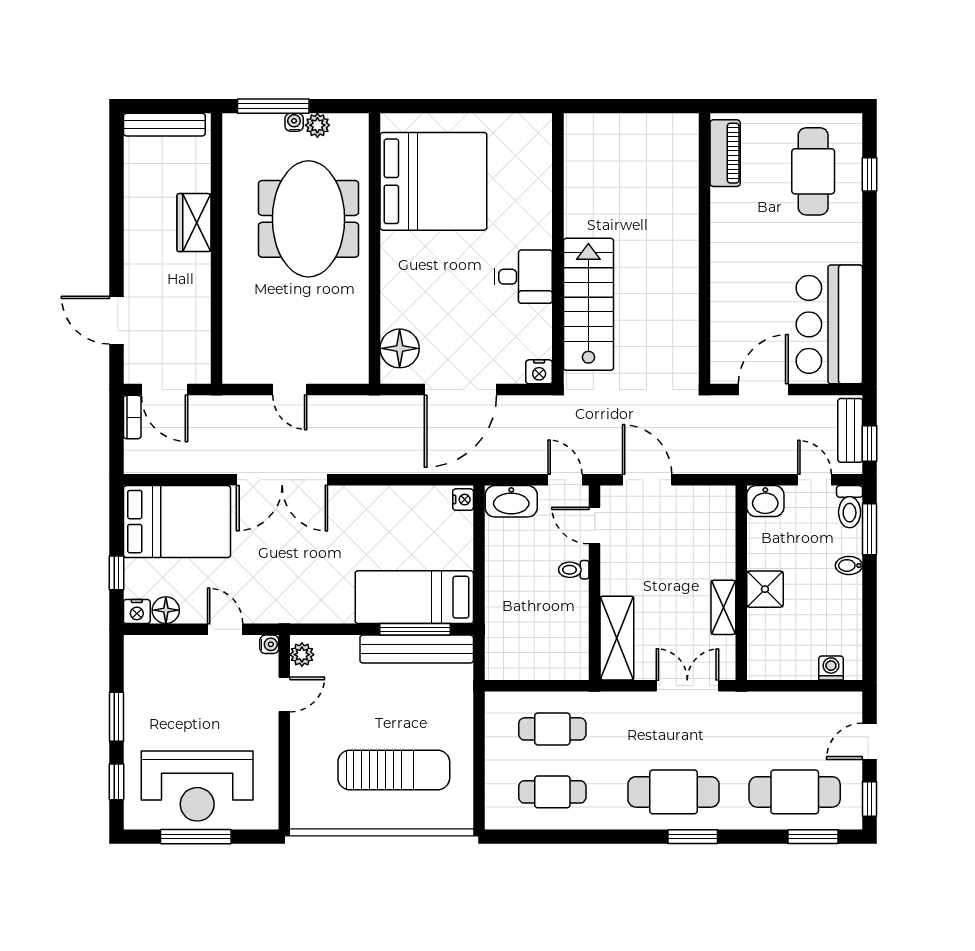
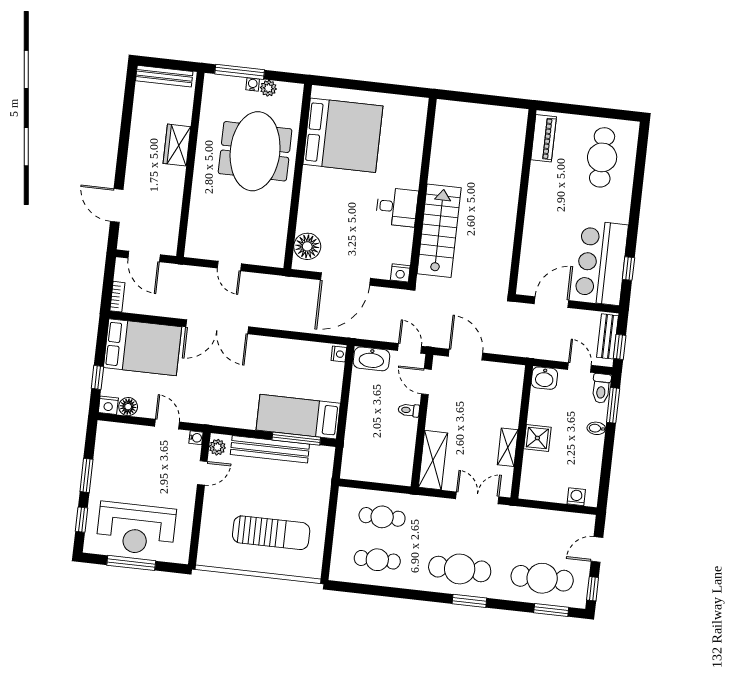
window: (870, 174) -> (628, 268), moved
bookcase: (132, 417) -> (117, 297), moved
bench: (417, 649) -> (270, 449), moved

